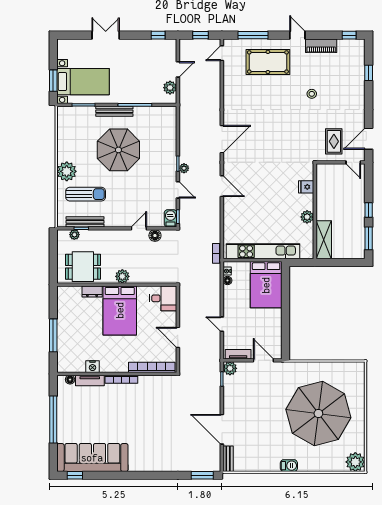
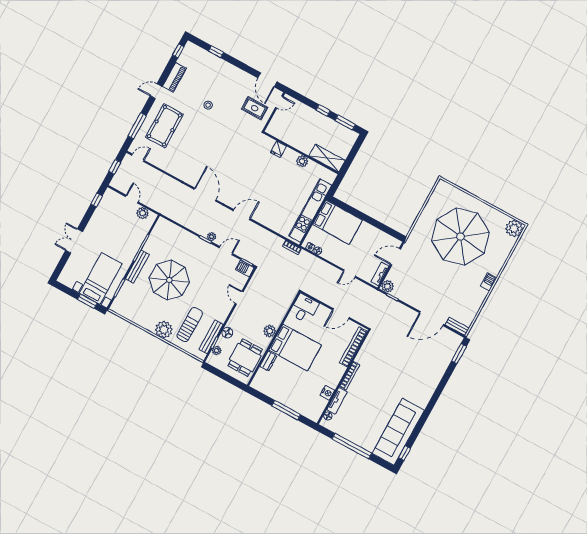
door: (222, 53) -> (138, 158), swing flipped
floor lamp: (155, 236) -> (227, 333), moved

